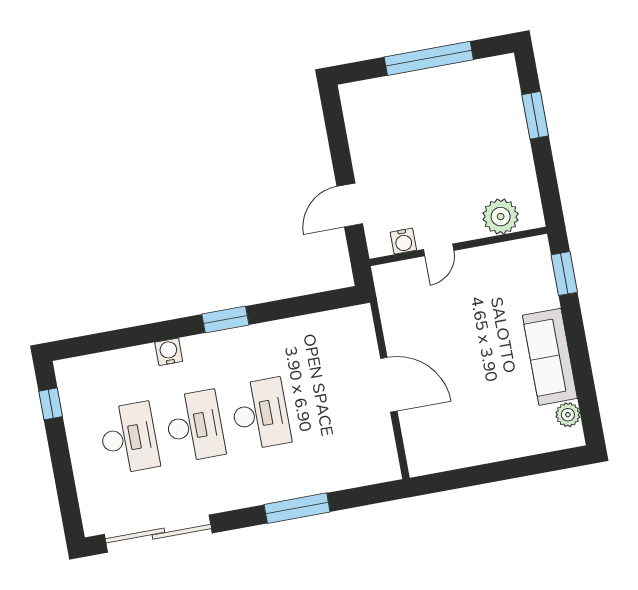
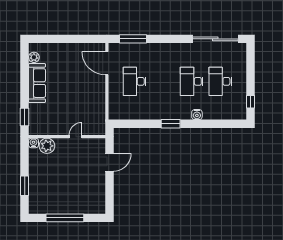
water cooler: (403, 241) -> (34, 143), moved
door: (389, 385) -> (107, 63), moved
desk: (260, 414) -> (135, 81), moved
window: (297, 508) -> (133, 39), moved

